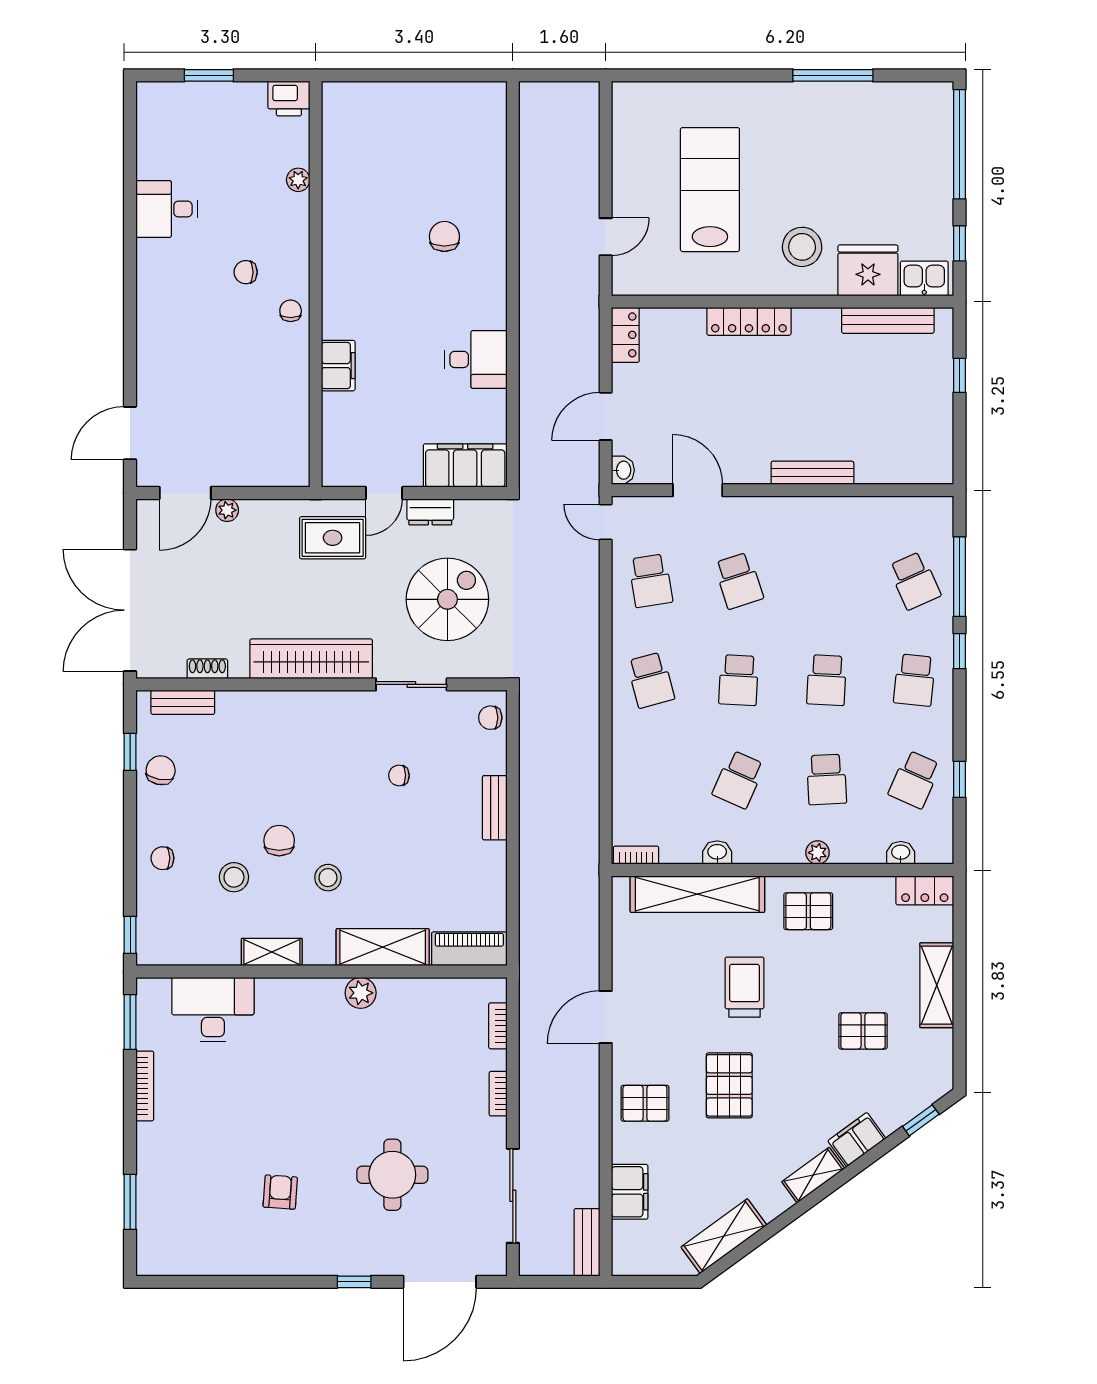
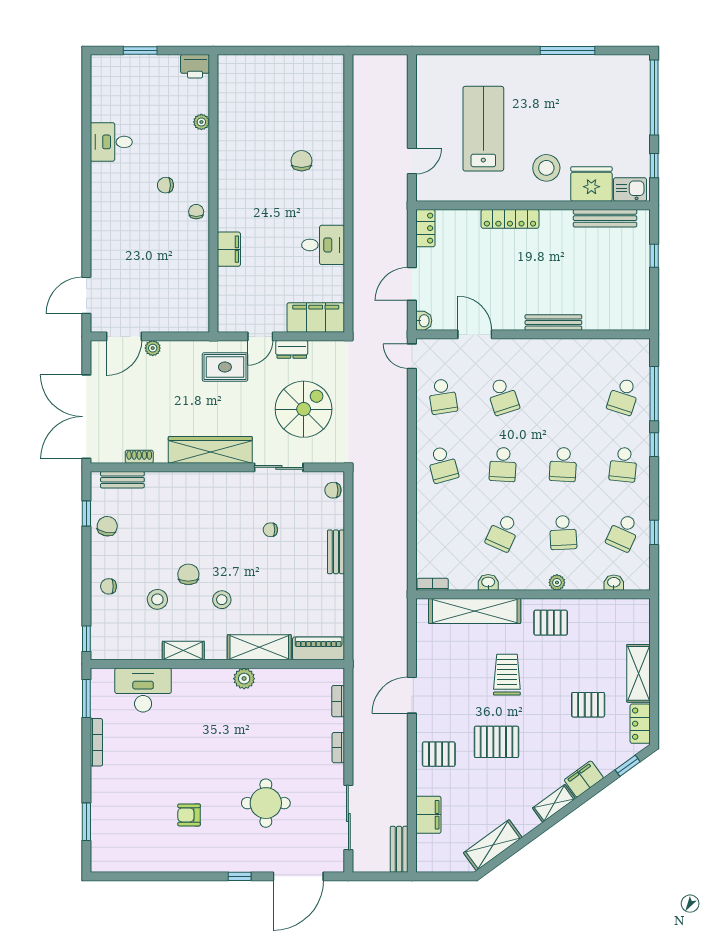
school desk: (915, 581) -> (623, 396), turned 42
locker: (925, 890) -> (640, 724), moved, turned 90
pallet: (729, 1085) -> (496, 742), turned 90
armchair: (280, 1192) -> (189, 815), turned -94

